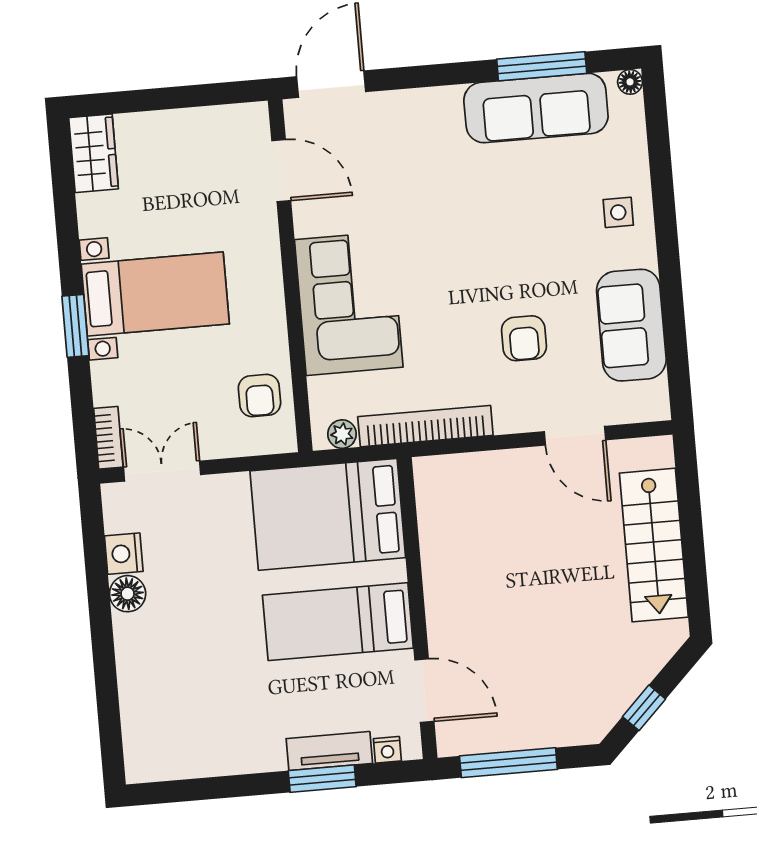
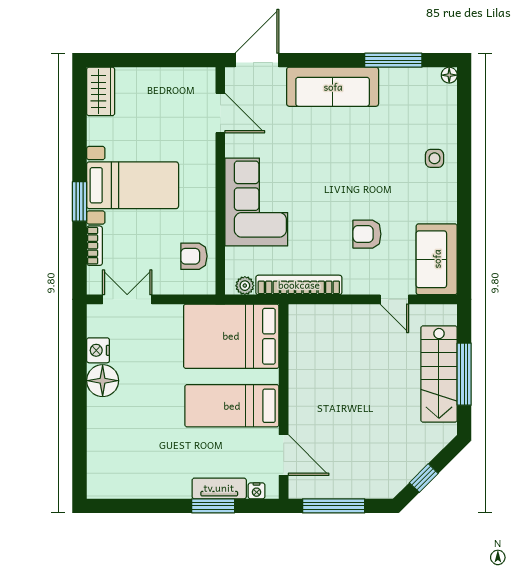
sofa: (536, 108) -> (333, 87), moved
sofa: (631, 325) -> (437, 259), moved
armchair: (524, 338) -> (367, 234), turned 90
armchair: (259, 396) -> (194, 256), turned 90
door: (575, 436) -> (394, 299), width x0.73
bookcase: (108, 438) -> (94, 246), moved
window: (693, 542) -> (464, 374), added
floor lamp: (128, 594) -> (103, 381), width x1.38, depth x1.38

